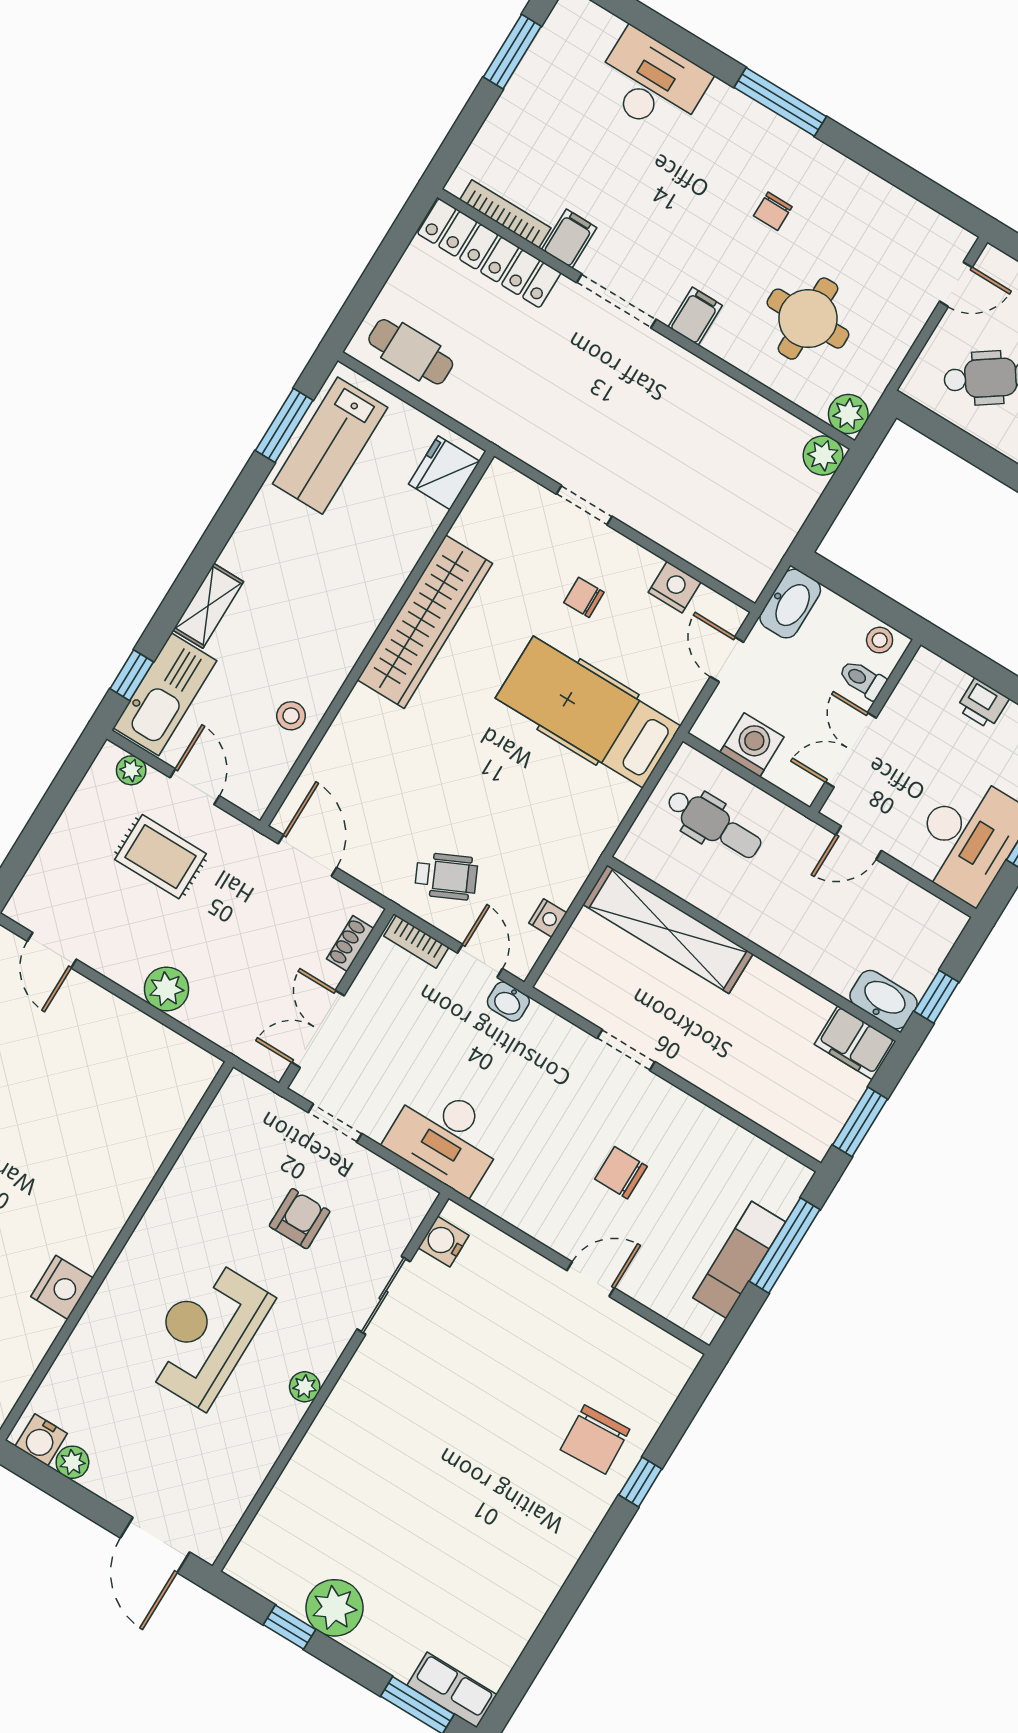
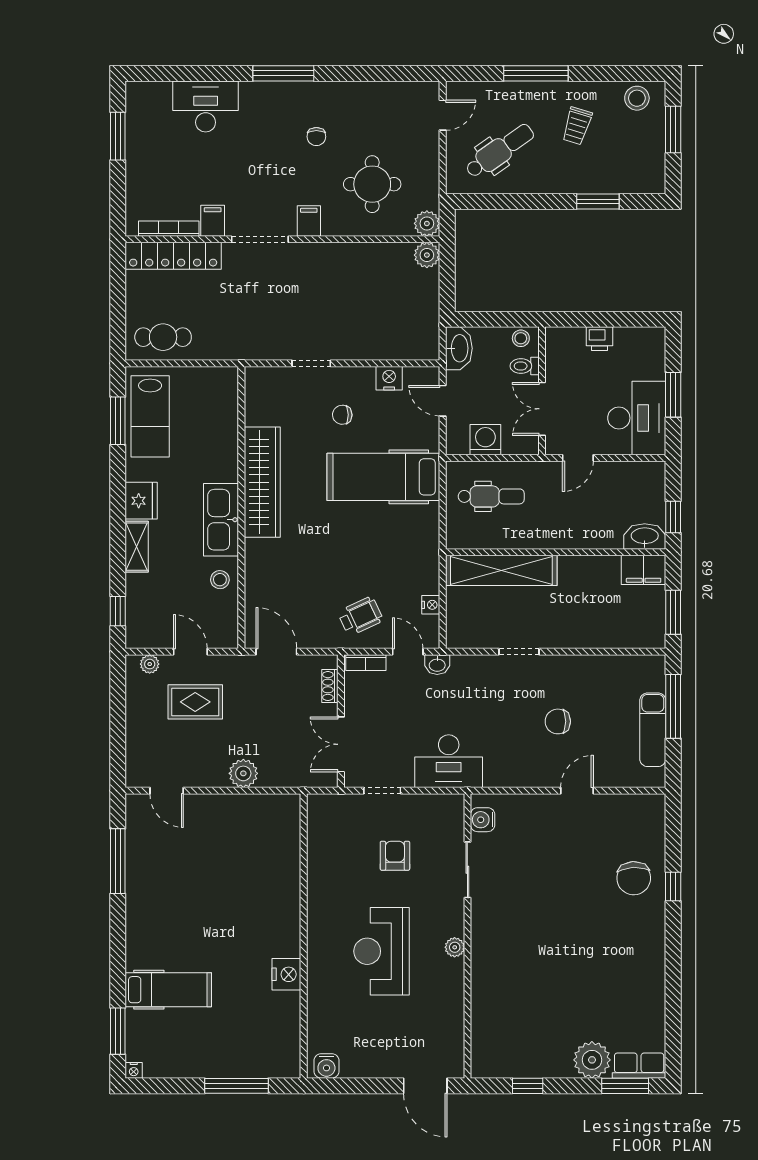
fridge: (444, 473) -> (141, 501), moved, turned 180
kitchen sink: (165, 694) -> (221, 520), moved, turned 180
plant: (72, 1462) -> (351, 1068), removed
plant: (334, 1608) -> (592, 1060), moved

